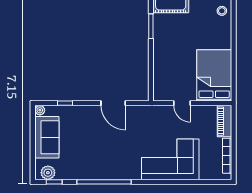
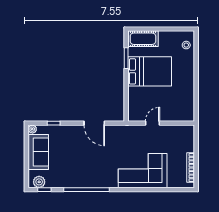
bed: (214, 75) -> (150, 71), moved, turned 90
door: (182, 103) -> (153, 123), swing flipped
piano: (224, 121) -> (188, 138), removed

